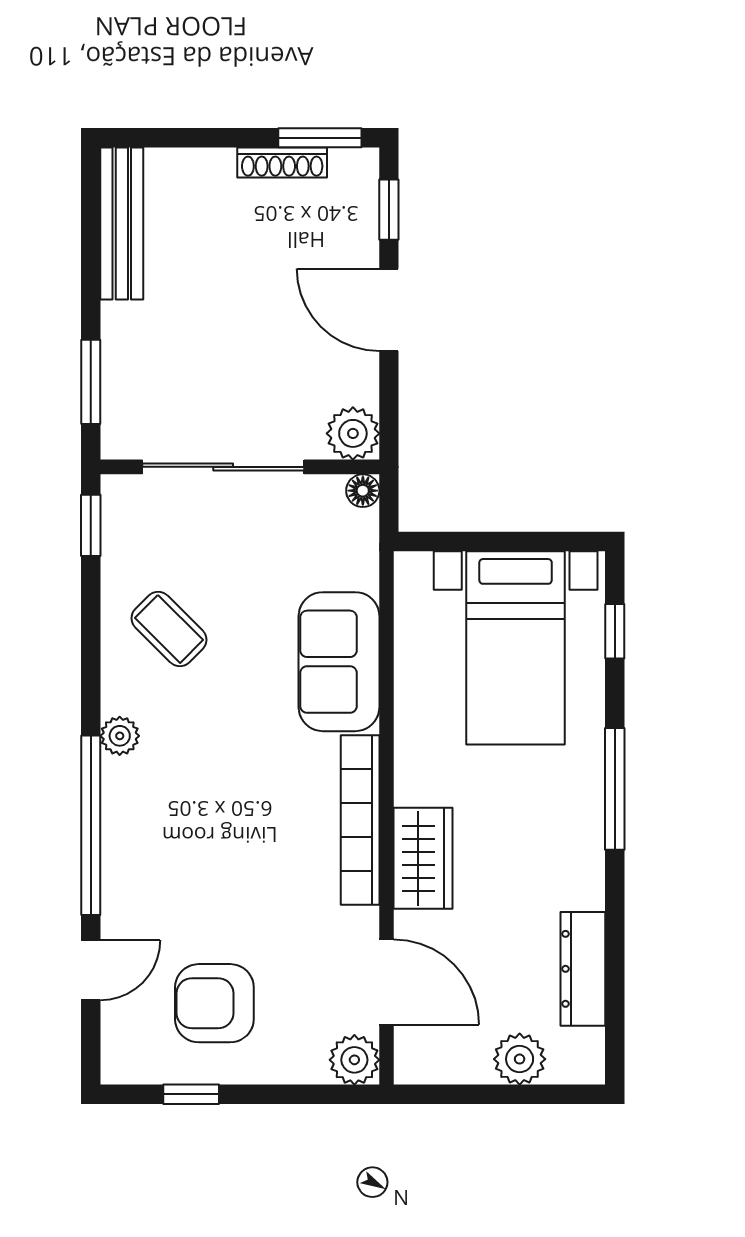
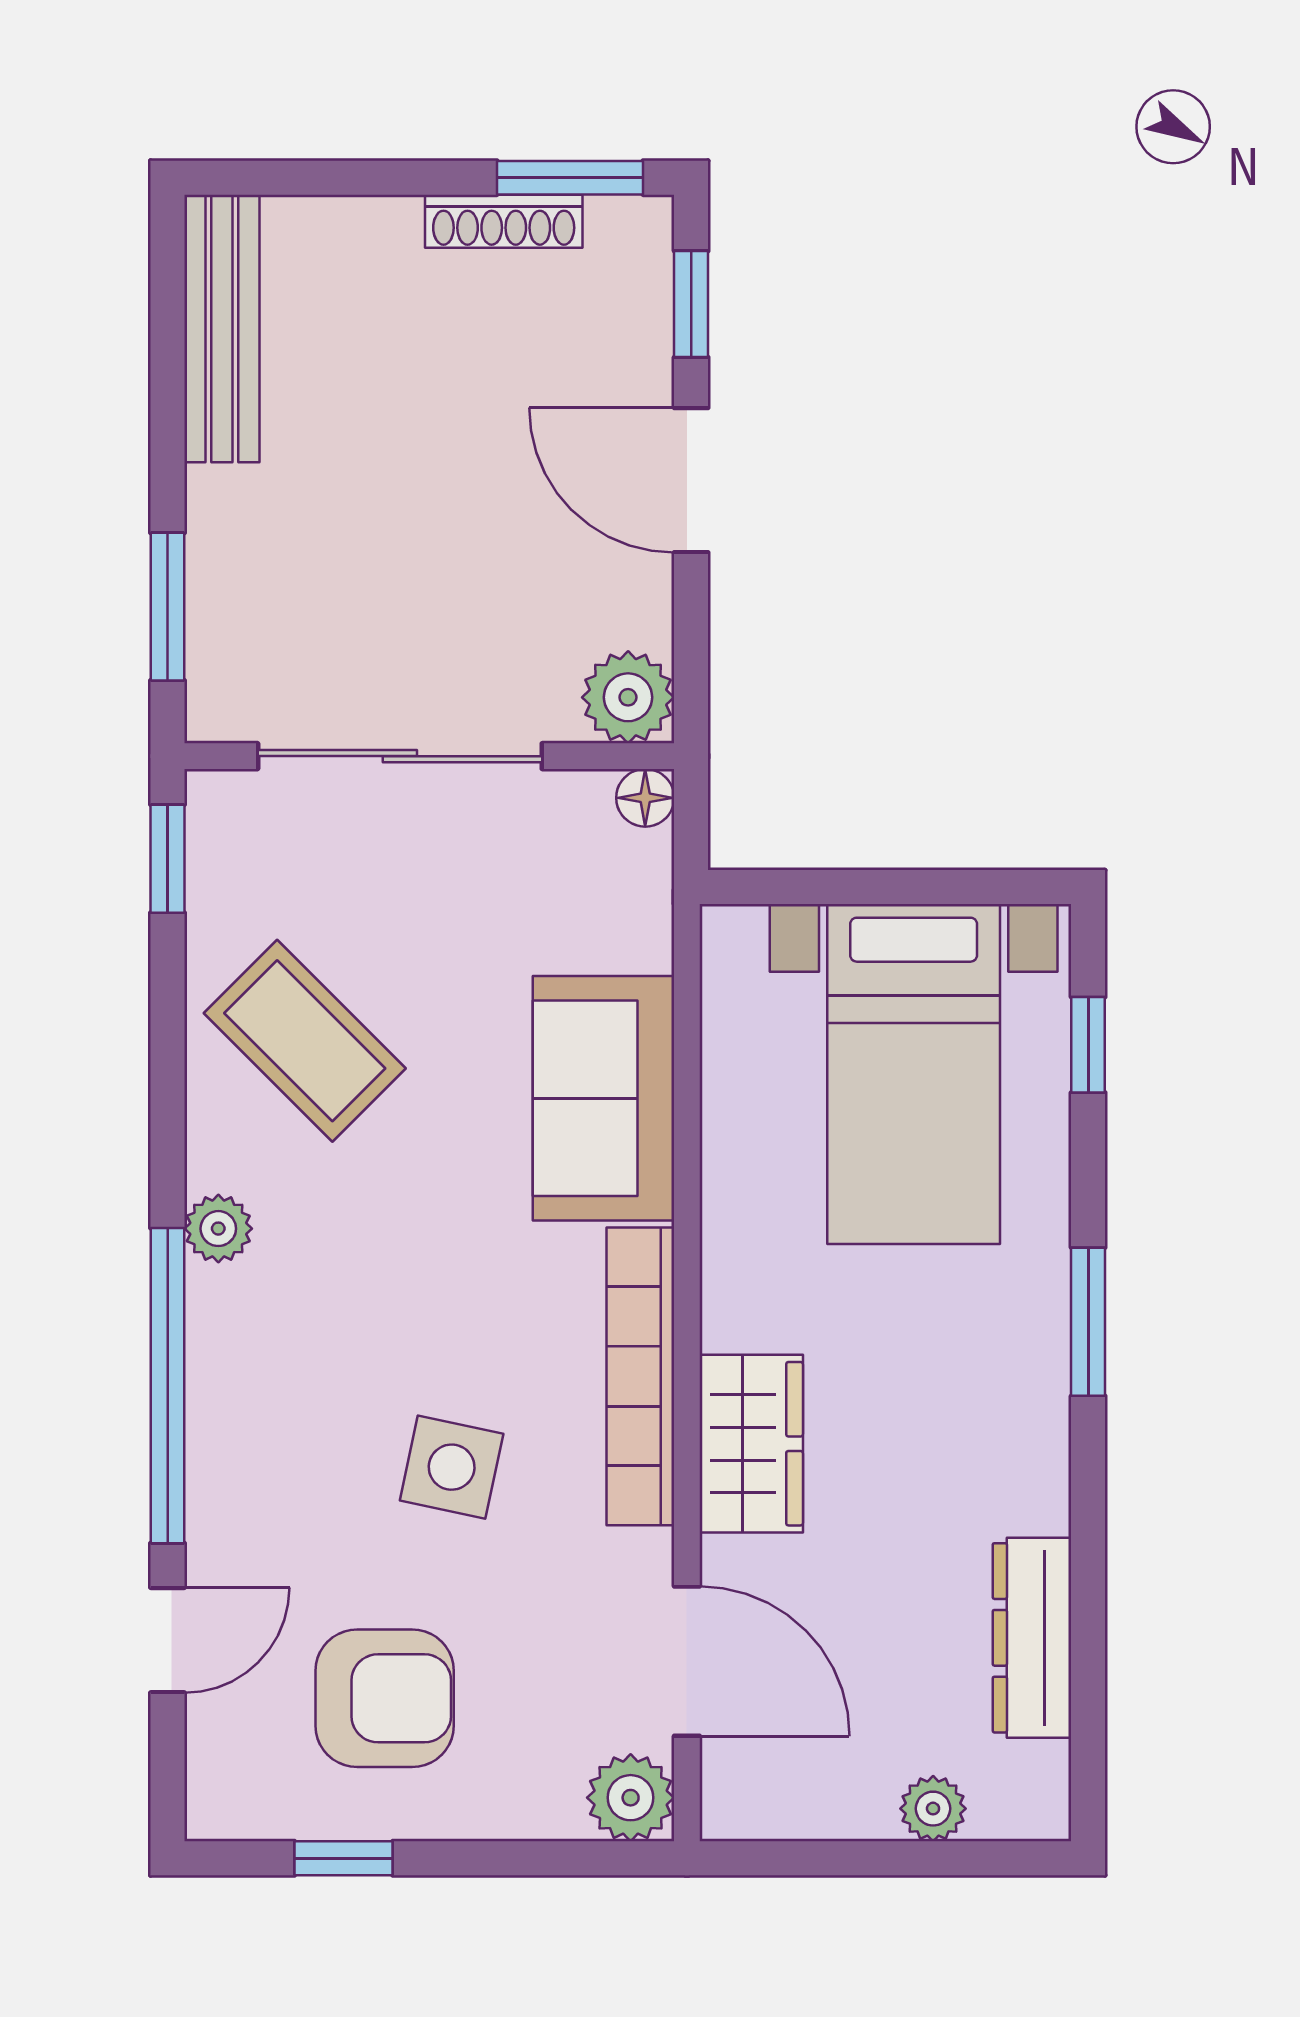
coffee table: (169, 629) -> (305, 1041), width x1.36, depth x1.30
window: (615, 789) -> (1088, 1322), width x0.69
side table: (253, 872) -> (452, 1467), added
armchair: (214, 1003) -> (385, 1698), turned 180
plant: (520, 1059) -> (933, 1809), width x0.73, depth x0.73

